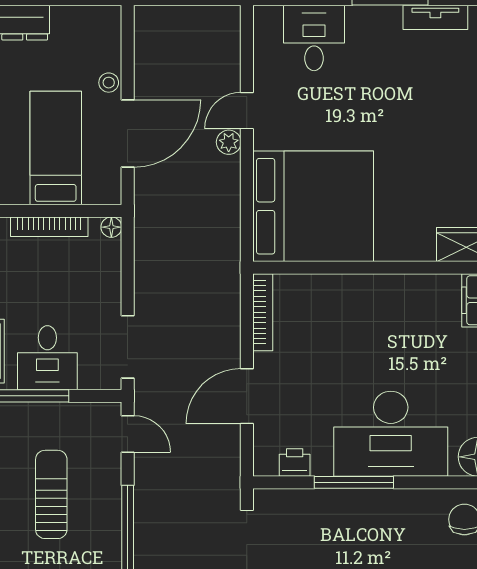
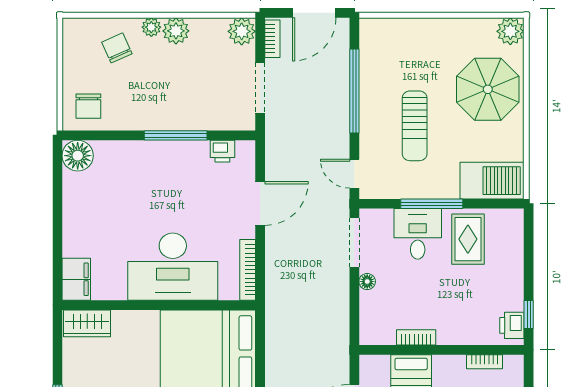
bookcase: (49, 227) -> (416, 337), width x0.64
floor lamp: (111, 227) -> (367, 282), moved
desk: (391, 434) -> (173, 267), moved, turned 180

